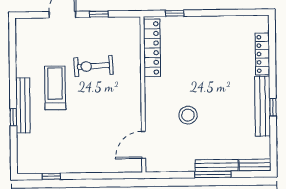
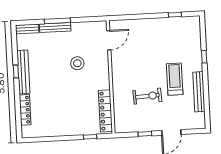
treadmill: (55, 88) -> (175, 79), turned 180
bench: (23, 105) -> (199, 92), moved

